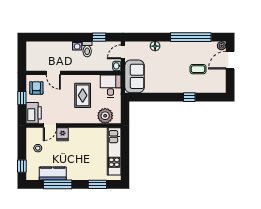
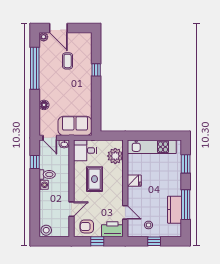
stool: (33, 48) -> (46, 230), added
rug: (83, 95) -> (95, 179), turned 90
fridge: (63, 134) -> (134, 181), moved
window: (22, 166) -> (154, 241), moved

